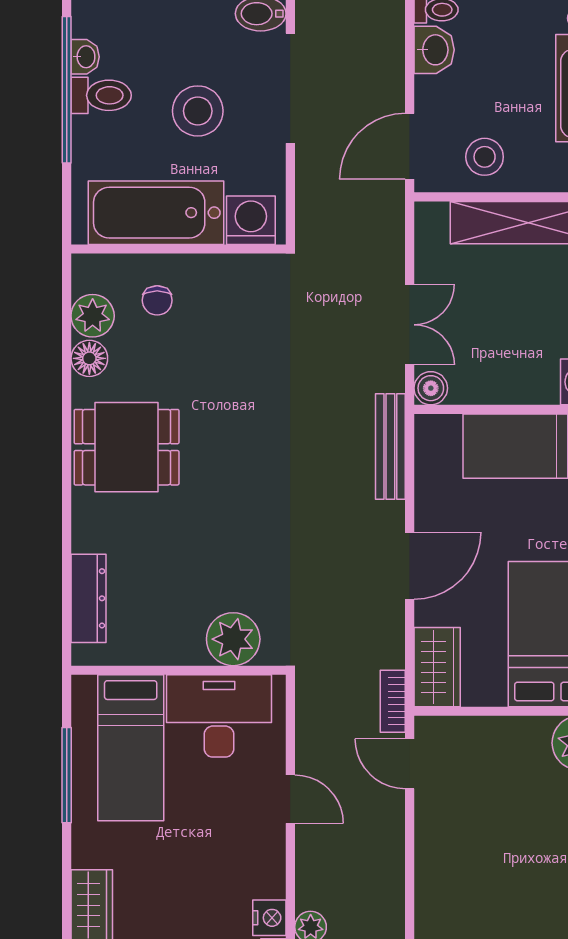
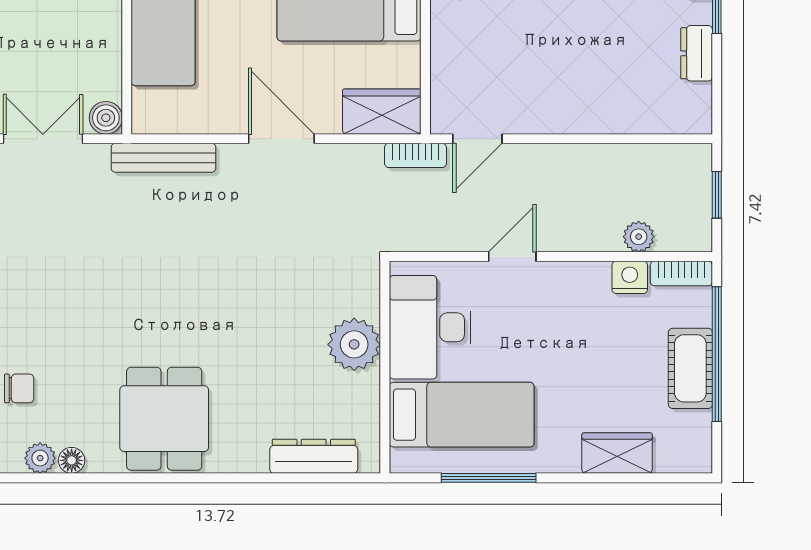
plant: (93, 316) -> (40, 458), width x0.73, depth x0.73
floor lamp: (89, 358) -> (72, 460), width x0.73, depth x0.73
plant: (233, 639) -> (354, 344), moved

